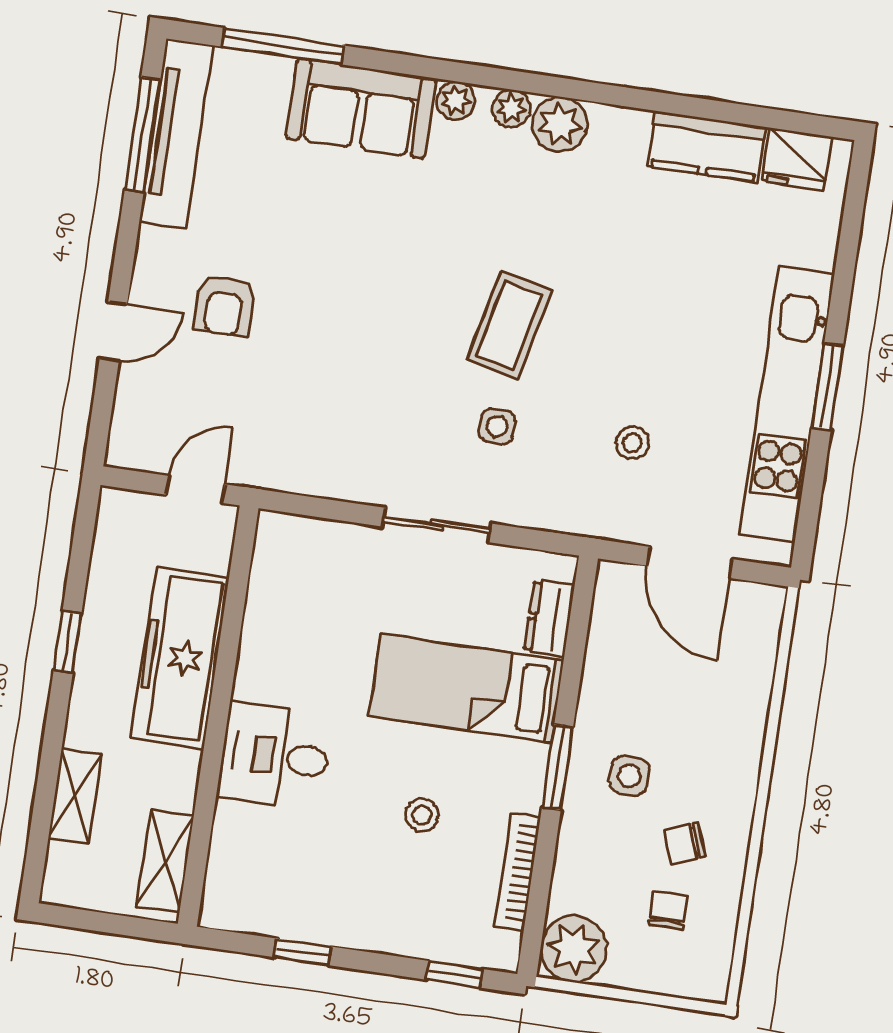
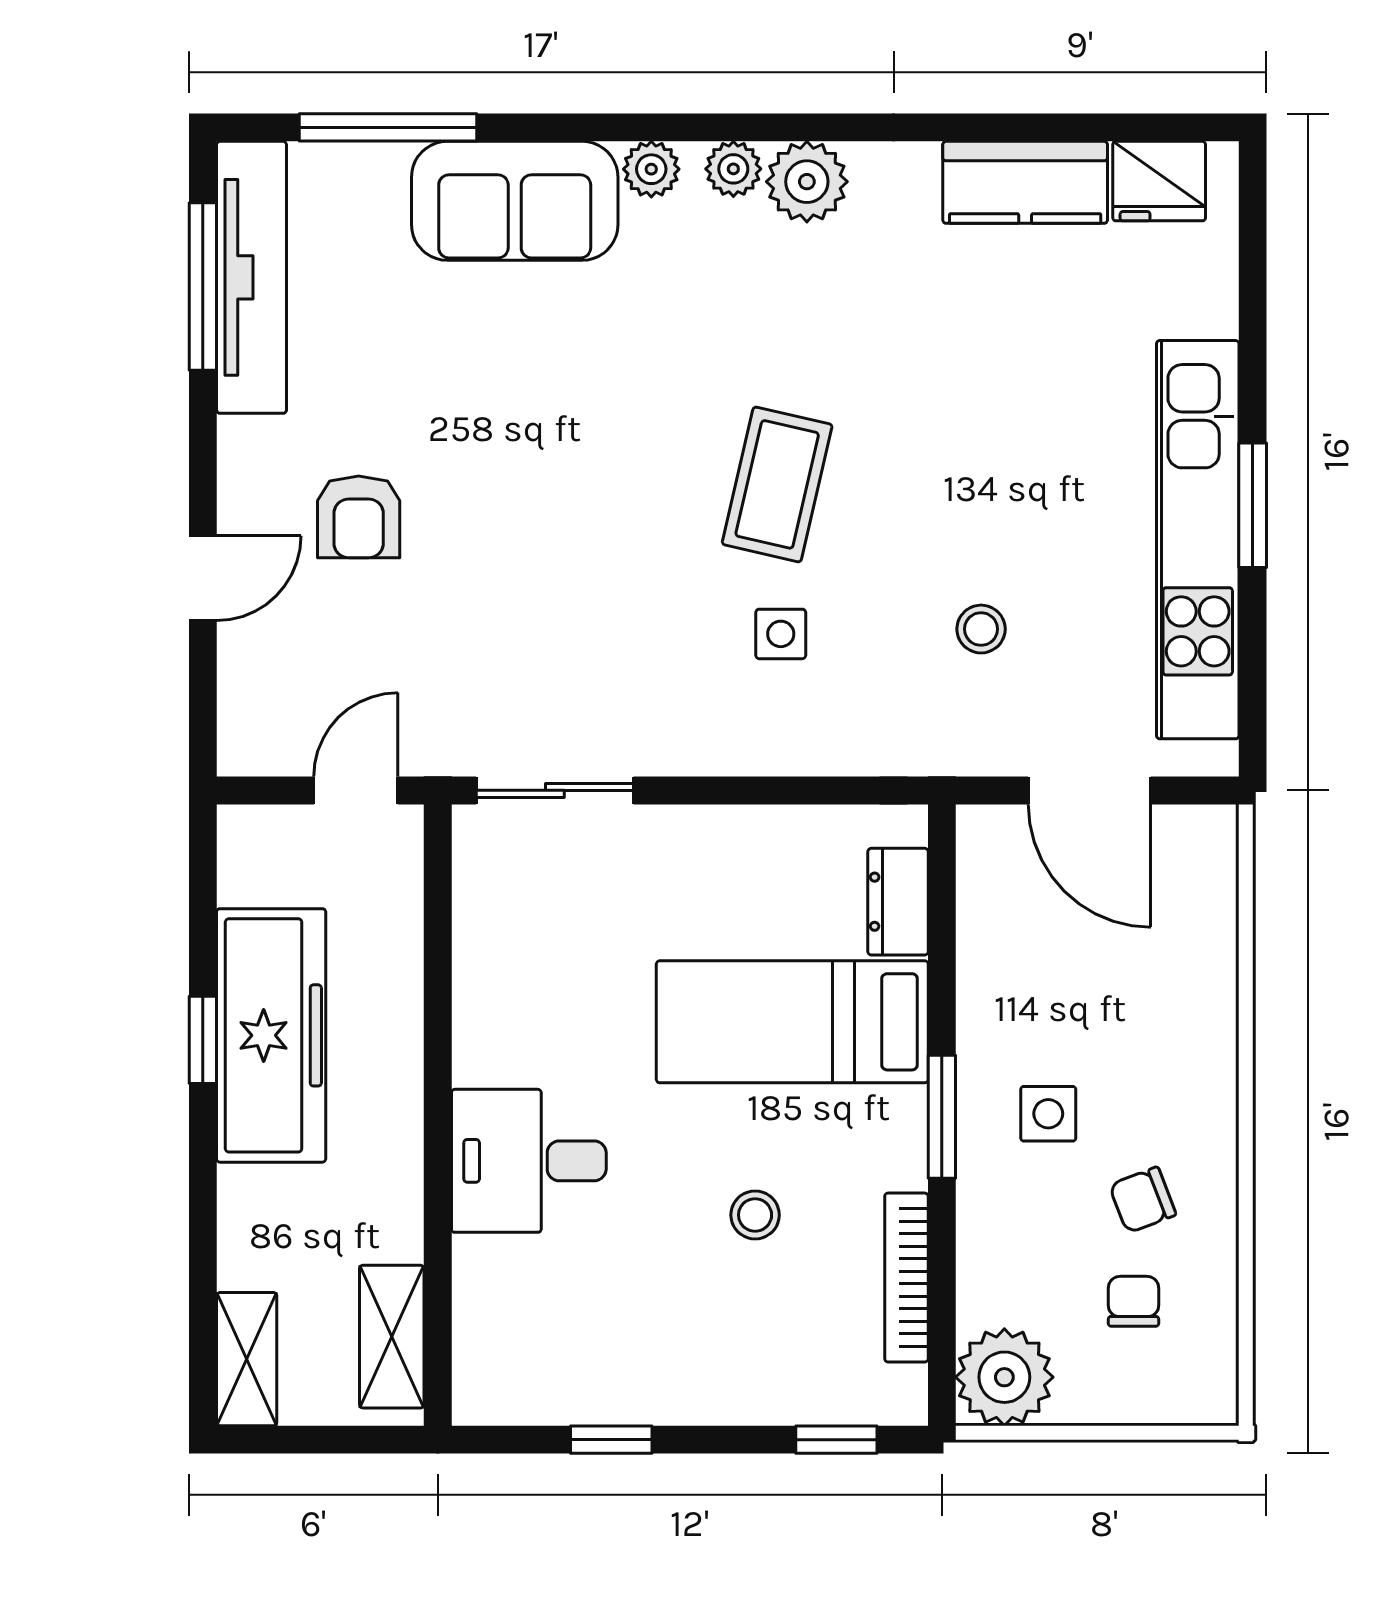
sliding door: (437, 525) -> (555, 790), moved
freezer: (180, 658) -> (271, 1035), moved, turned 180
shelving: (75, 796) -> (247, 1359), moved

